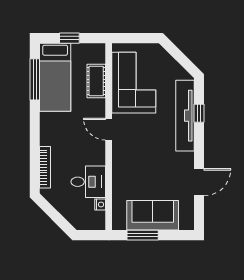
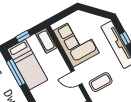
cot: (96, 81) -> (46, 41), moved
coffee table: (137, 152) -> (101, 82), added

